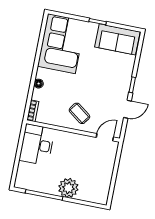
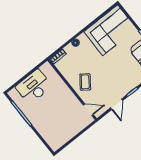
door: (127, 109) -> (117, 104), hinge flipped
desk: (37, 145) -> (34, 87), moved
plant: (68, 188) -> (40, 122), removed

